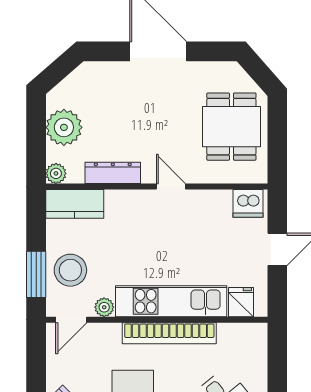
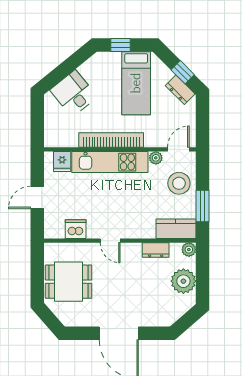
dining table: (231, 127) -> (69, 282), turned 90
dresser: (113, 173) -> (156, 250), width x0.70
dishwasher: (248, 203) -> (76, 229), moved
window: (36, 274) -> (202, 206), moved

